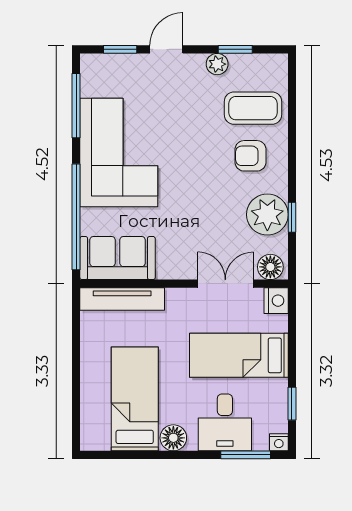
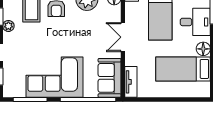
double door: (225, 284) -> (123, 37), moved
tv unit: (122, 299) -> (131, 82), width x0.71

